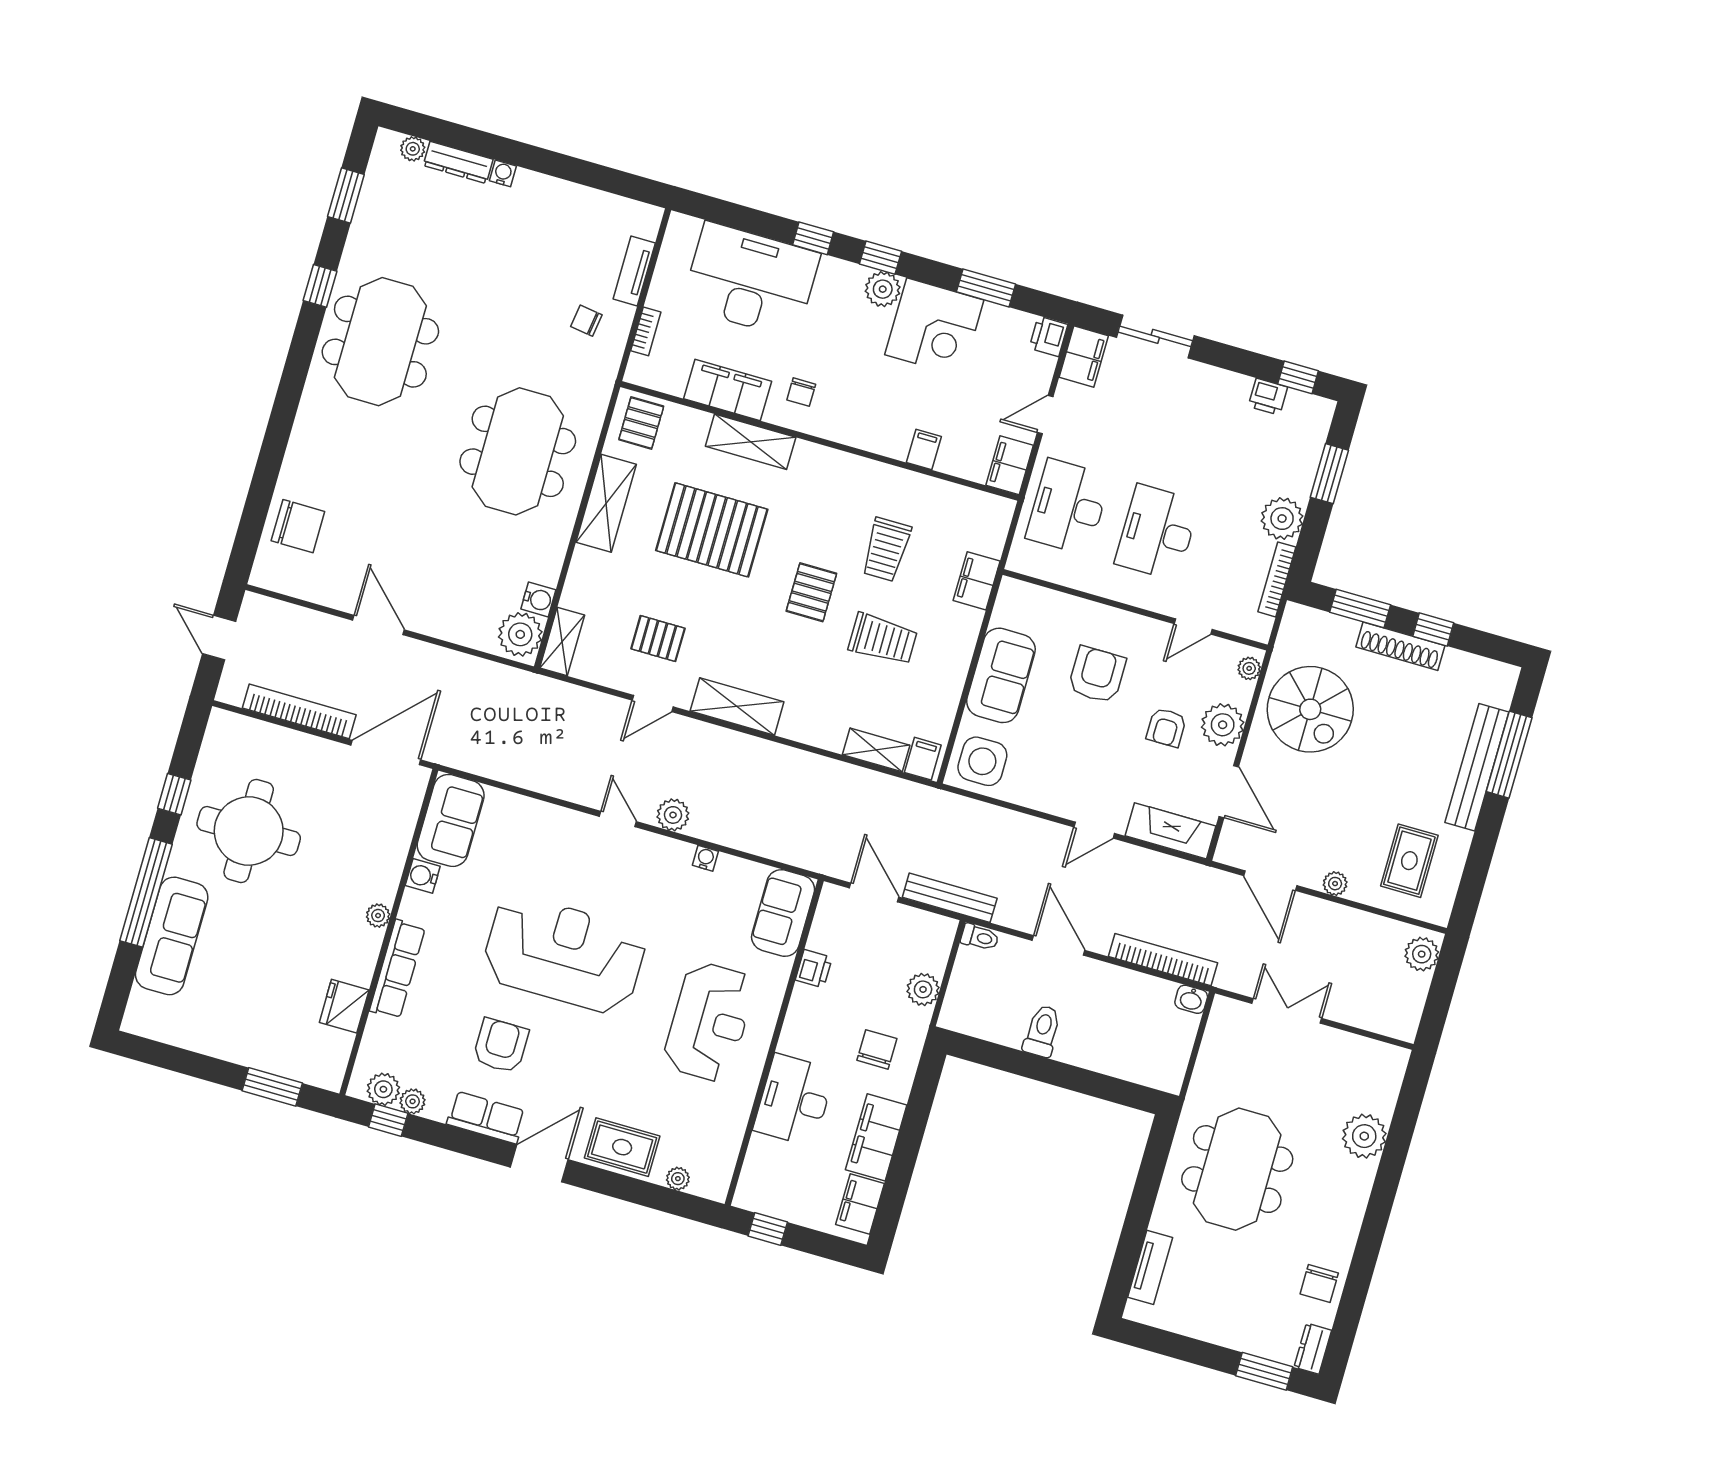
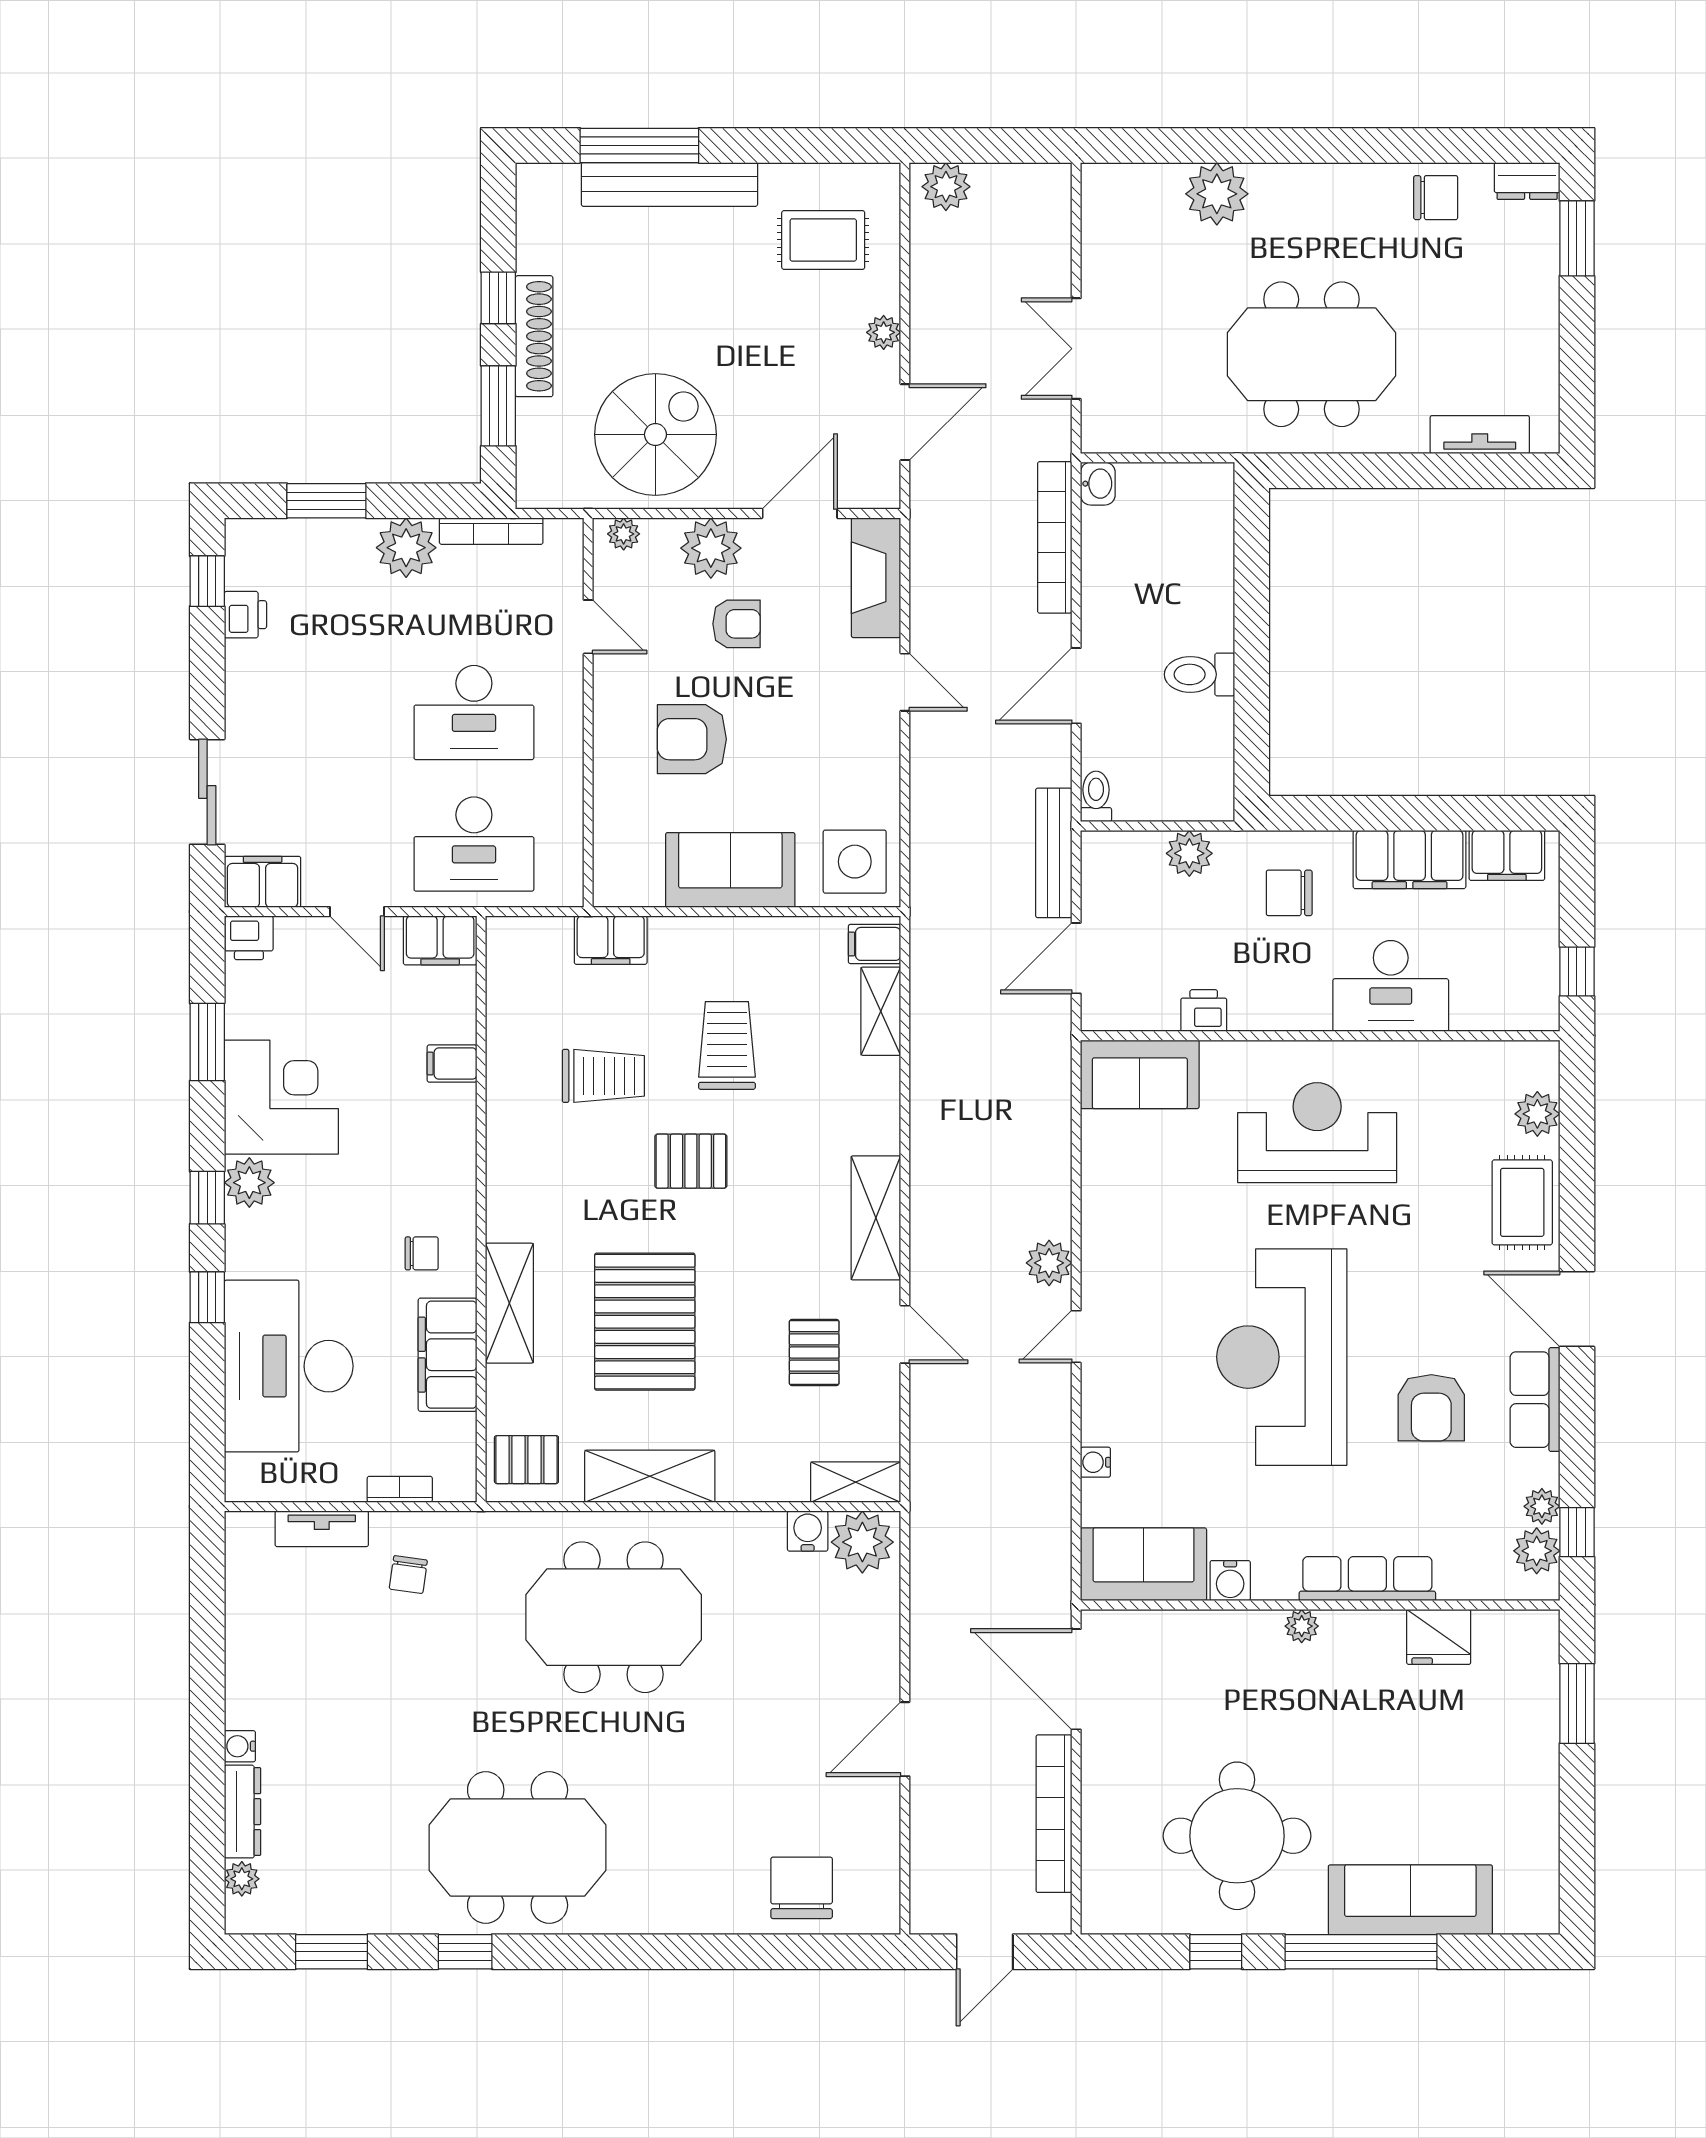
water cooler: (705, 858) -> (1095, 1462), moved
armchair: (501, 1046) -> (1431, 1408), turned -90
plant: (678, 1179) -> (1537, 1114), width x1.38, depth x1.38

